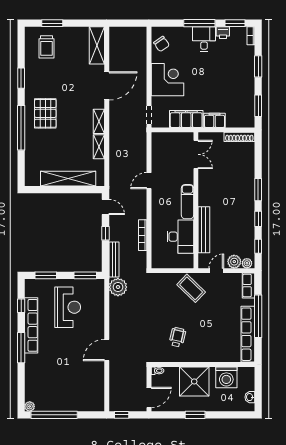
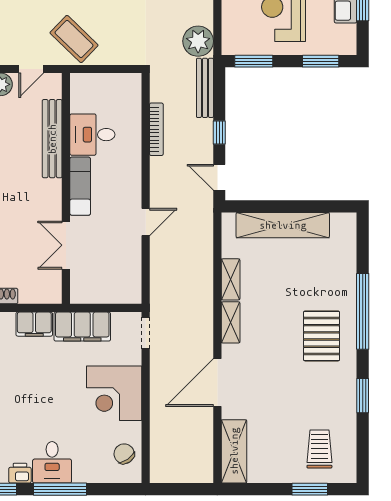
double door: (196, 154) -> (66, 245), moved
desk: (180, 237) -> (92, 135), width x0.73

